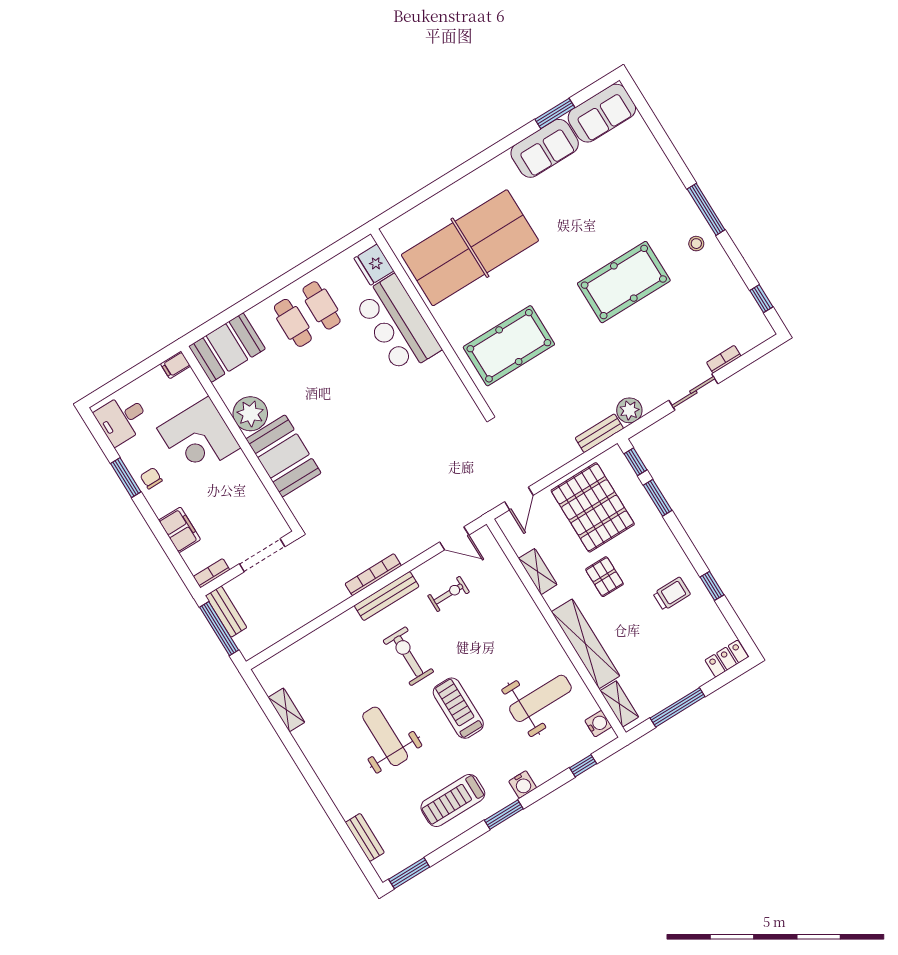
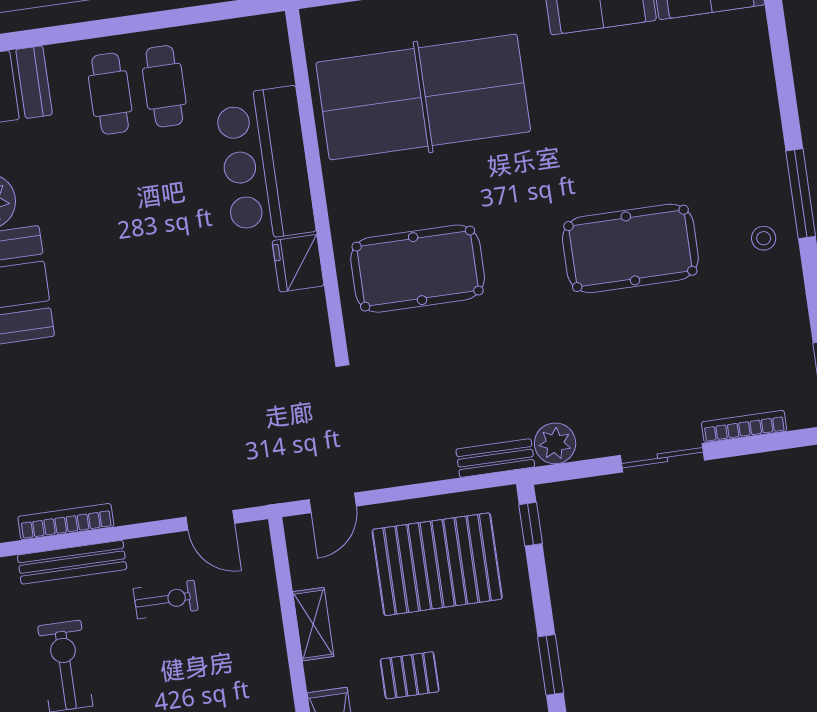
fridge: (374, 265) -> (298, 263), moved
bookcase: (724, 359) -> (744, 426), width x1.56
window: (658, 498) -> (551, 665), moved
pallet: (593, 507) -> (437, 564), turned 90
pallet: (605, 577) -> (410, 675), turned 90

